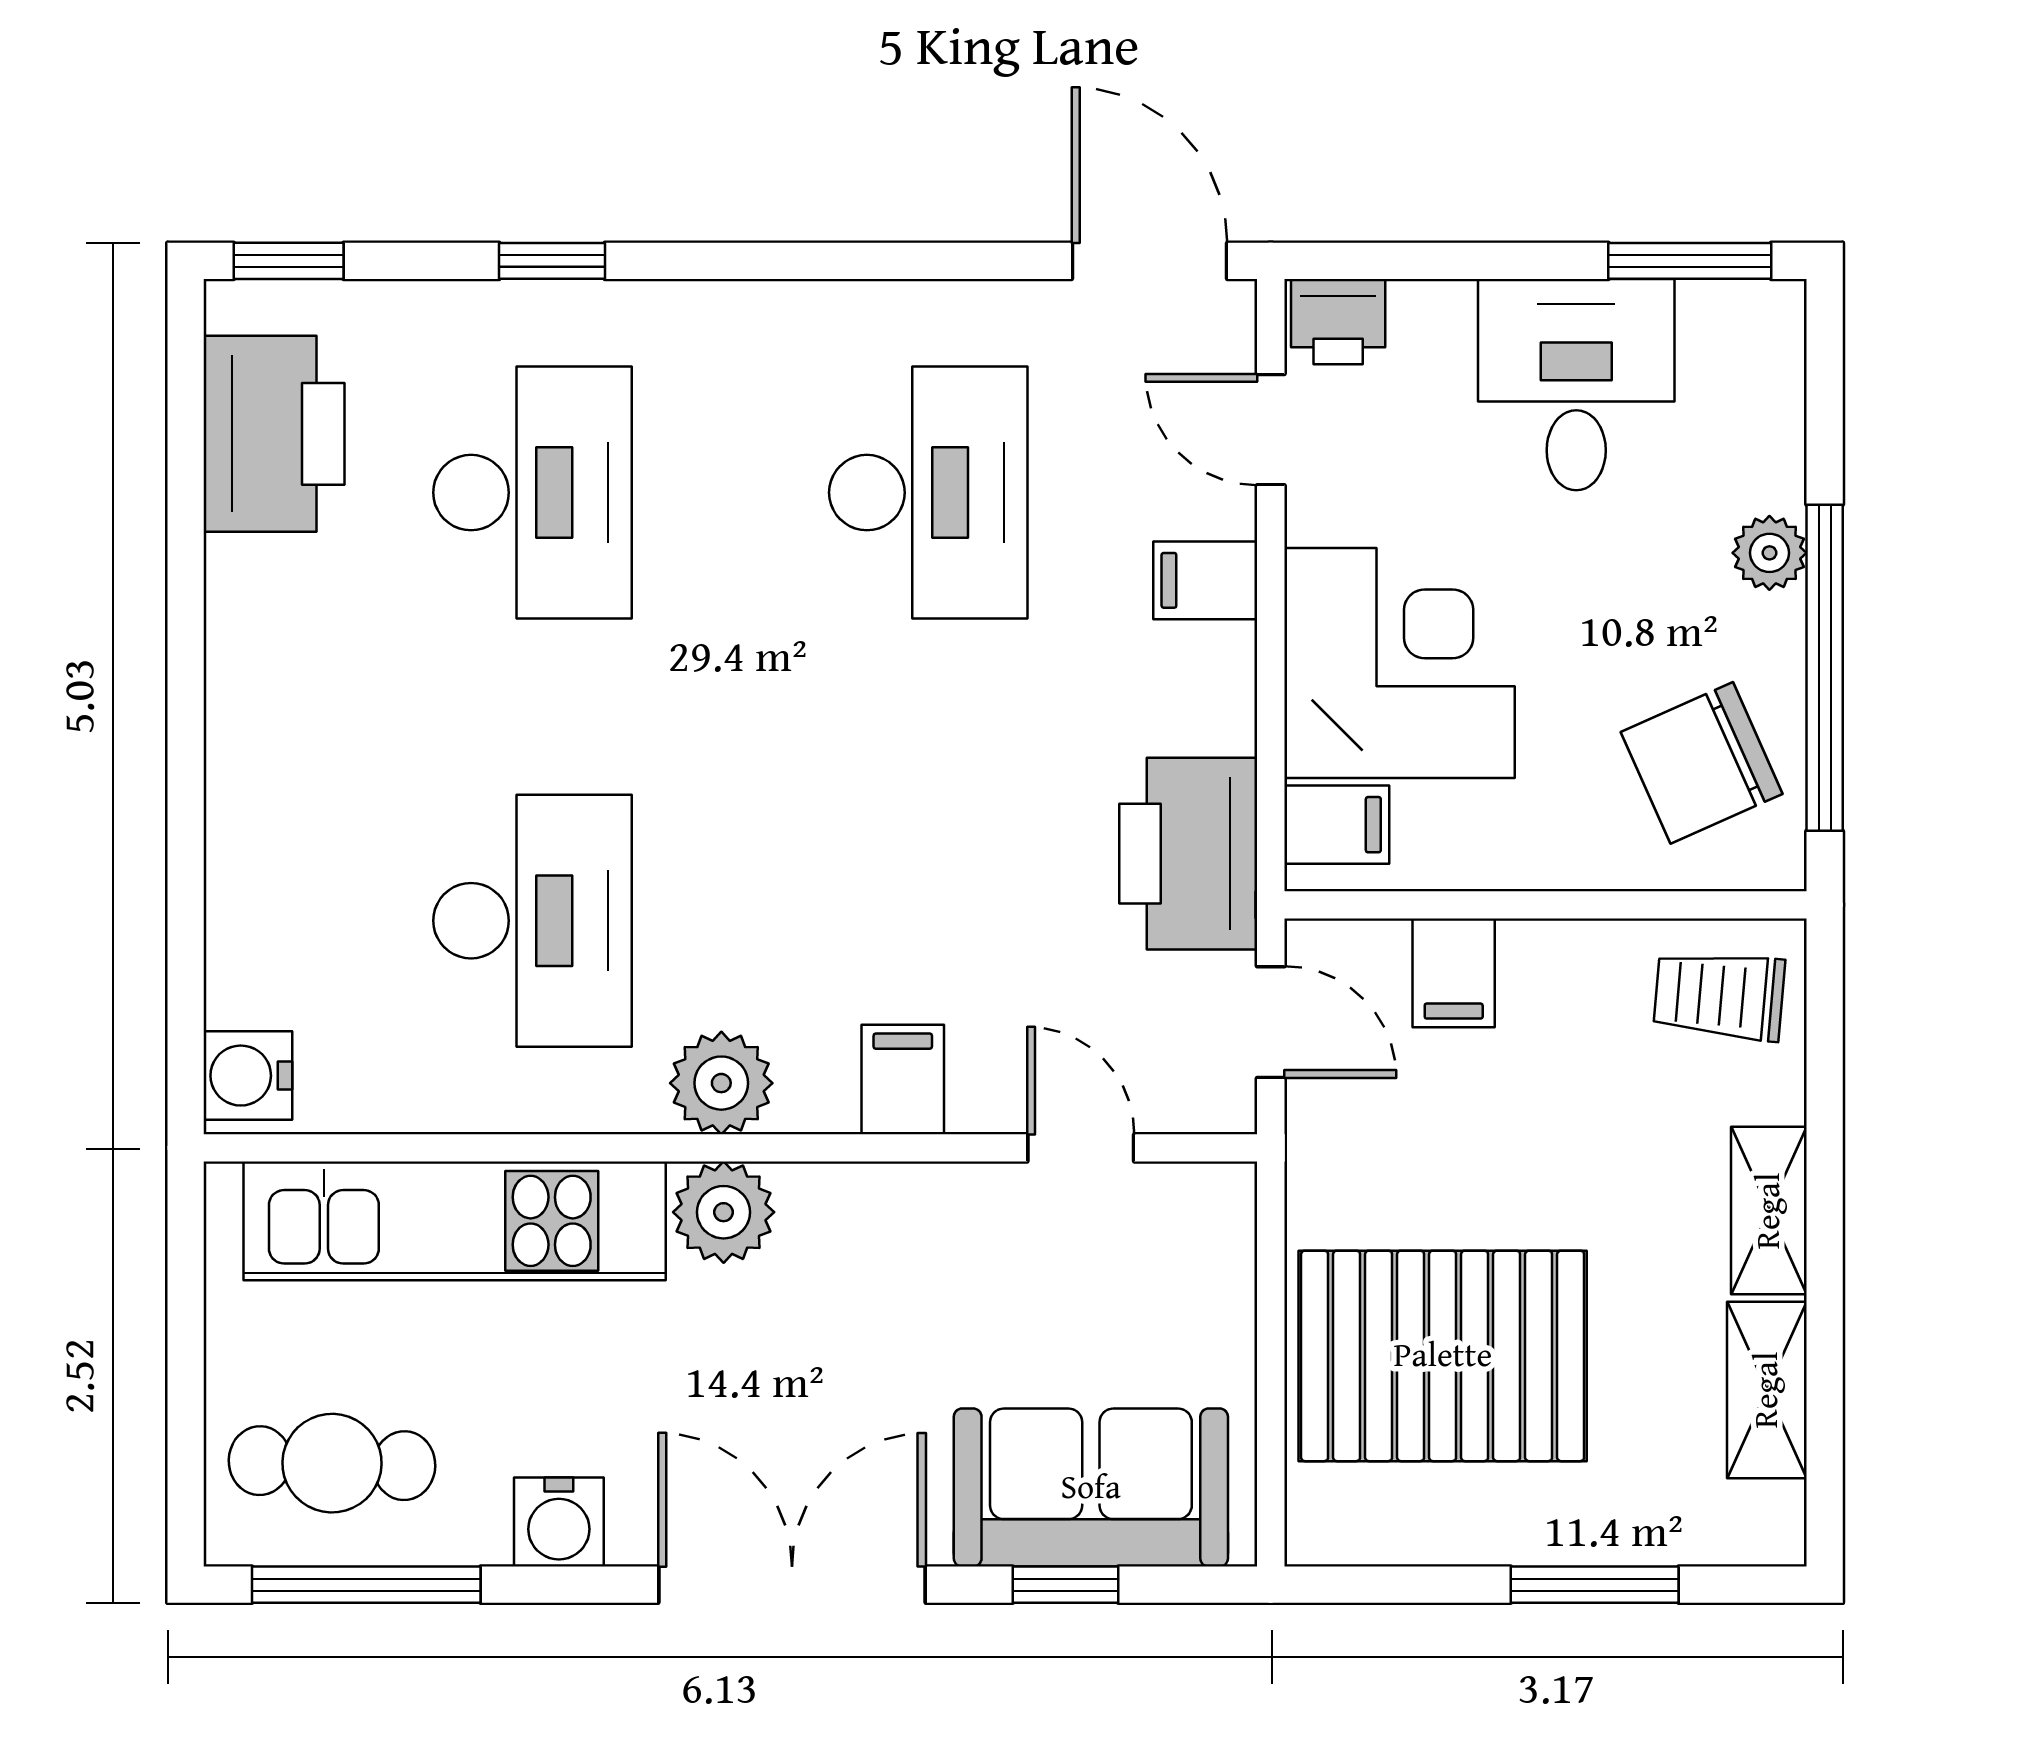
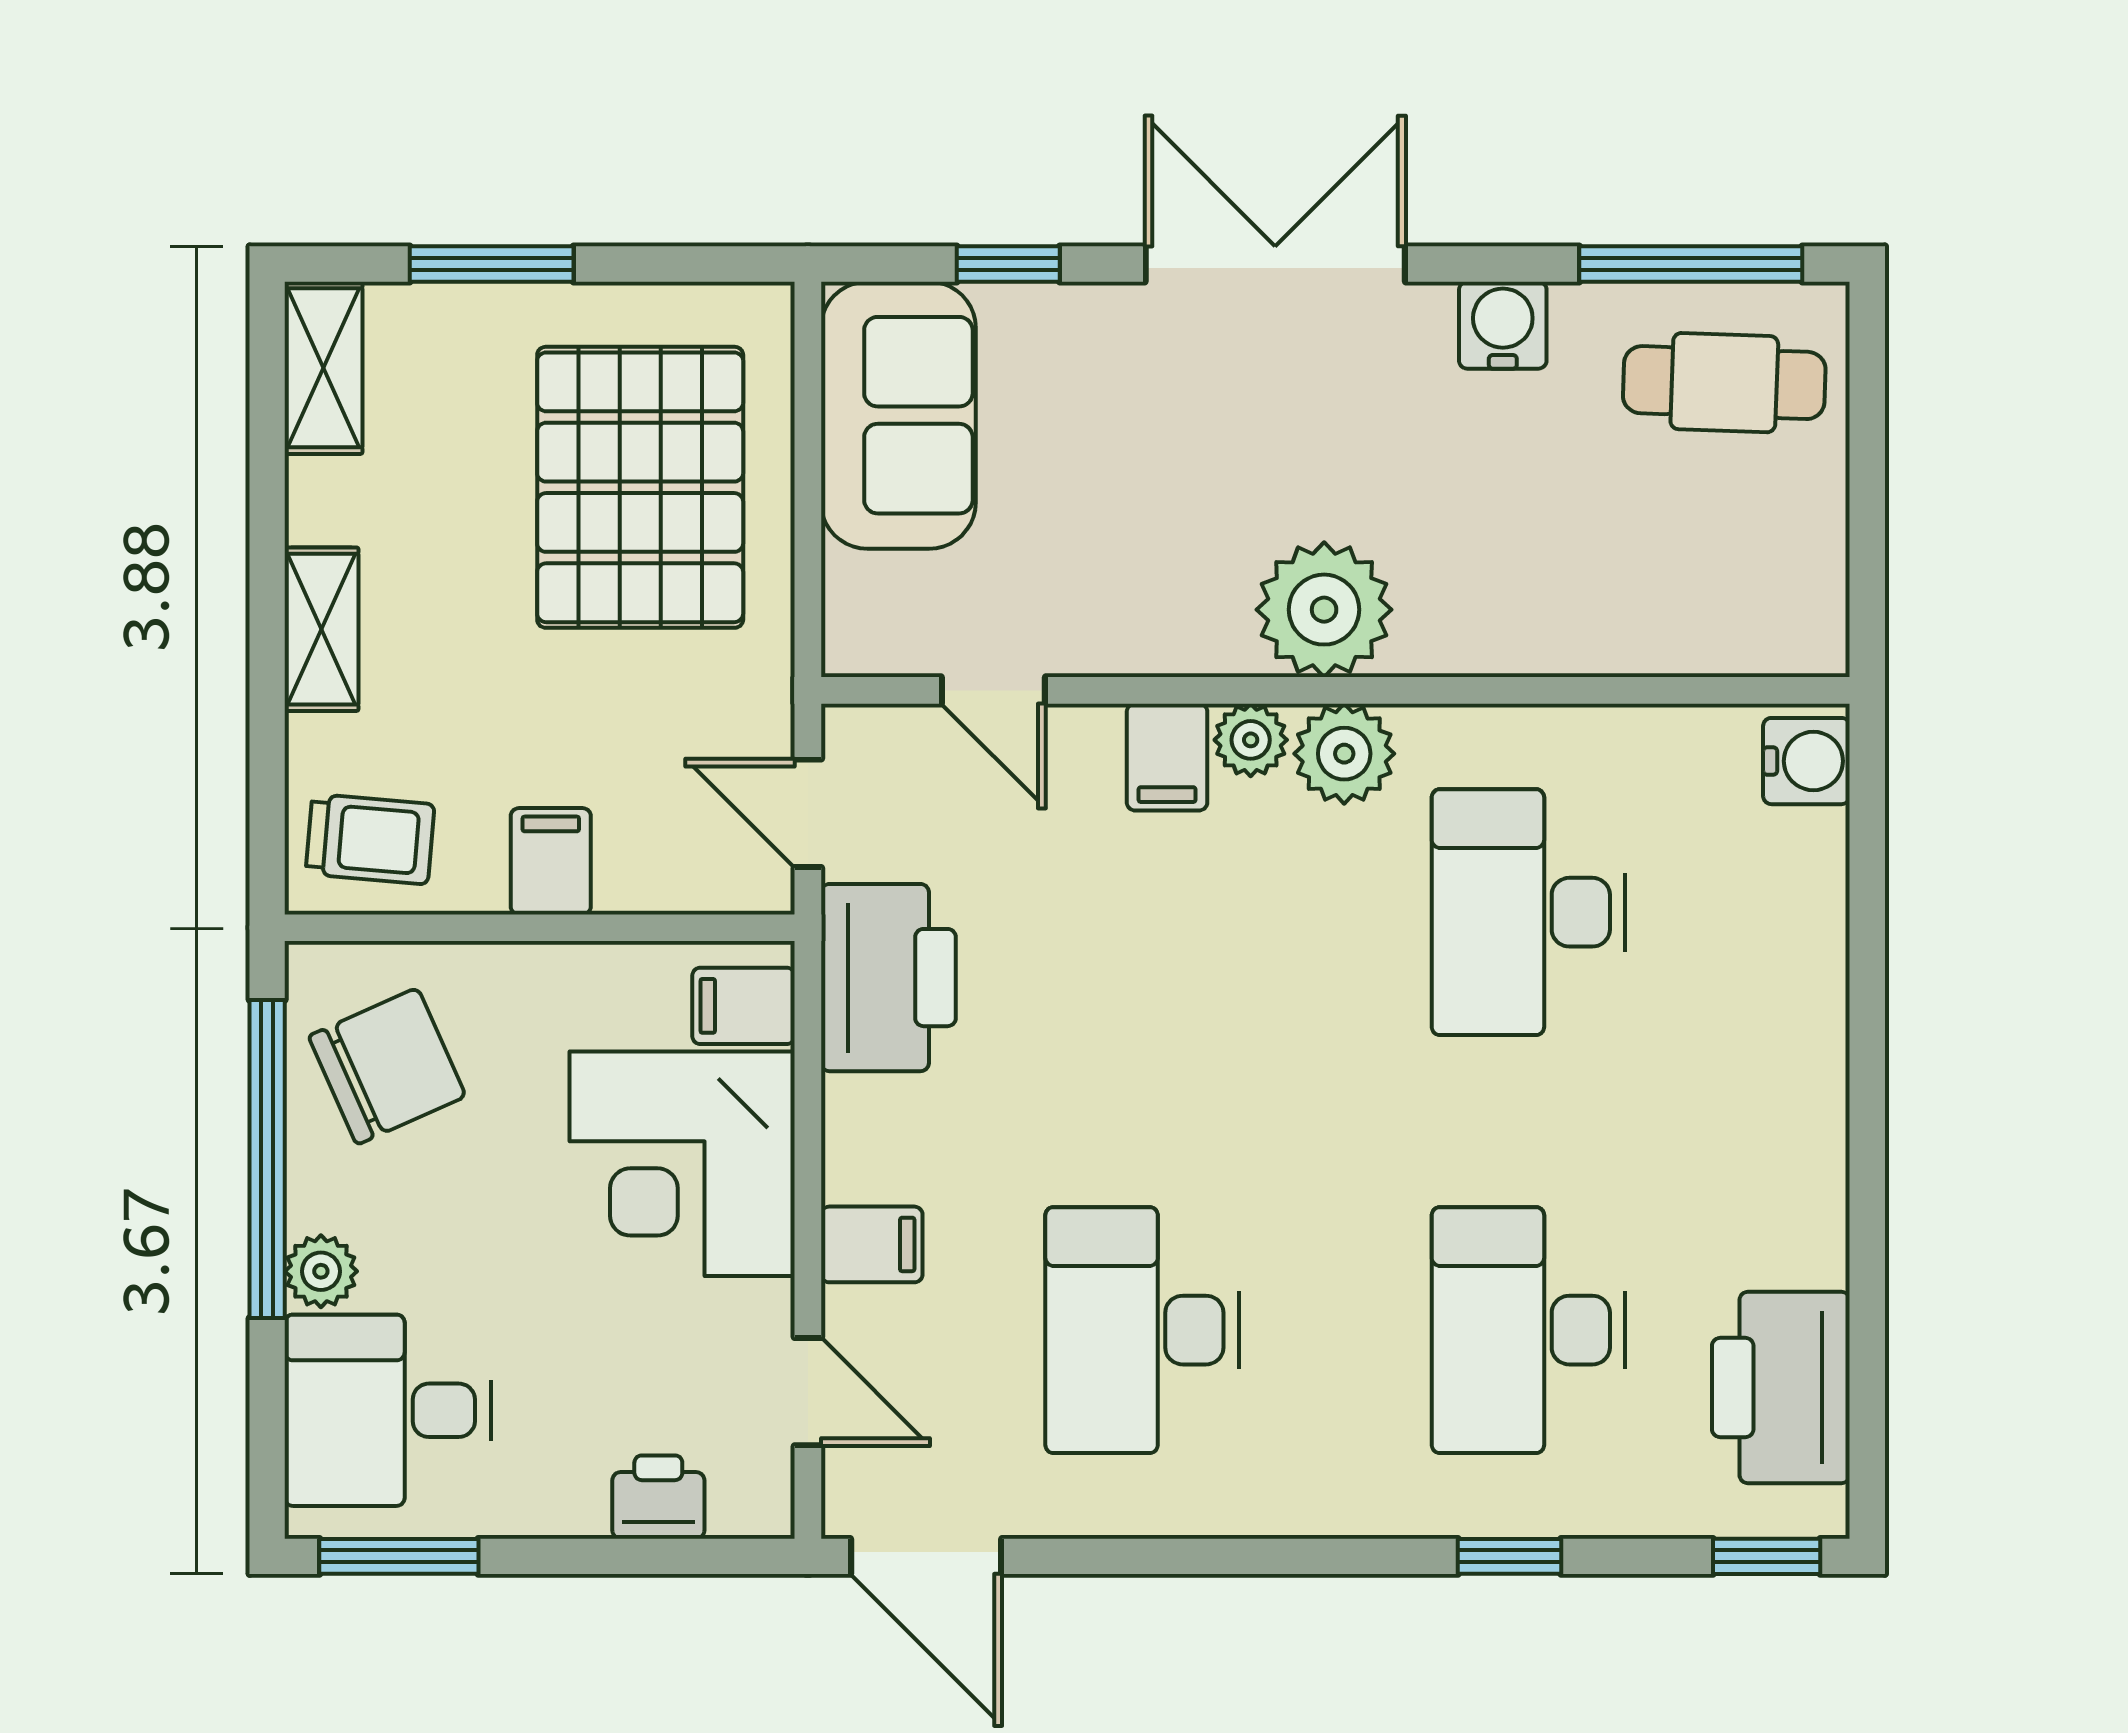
printer: (1338, 322) -> (658, 1497), moved
desk: (1576, 385) -> (388, 1410), moved, turned 90
filing cabinet: (1454, 973) -> (551, 861), moved
plant: (817, 1097) -> (1251, 740), added
plant: (724, 1212) -> (1324, 610), width x1.36, depth x1.36
kitchen unit: (455, 1221) -> (1605, 619), removed
pallet: (1443, 1356) -> (640, 487), turned 90
shelving: (1767, 1390) -> (324, 368), moved
sofa: (1091, 1488) -> (898, 415), moved, turned -90
double door: (792, 1585) -> (1275, 264), swing flipped

